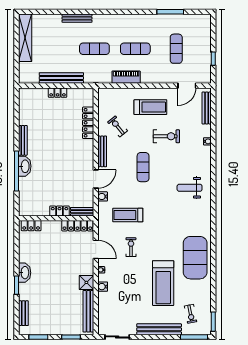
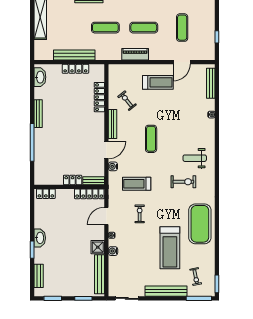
door: (187, 86) -> (182, 62), moved
locker: (58, 93) -> (75, 69), width x1.53
exercise bike: (166, 136) -> (183, 182), moved
washbasin: (25, 166) -> (40, 77), moved
door: (96, 249) -> (106, 216), swing flipped

